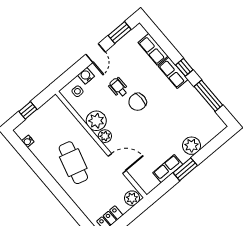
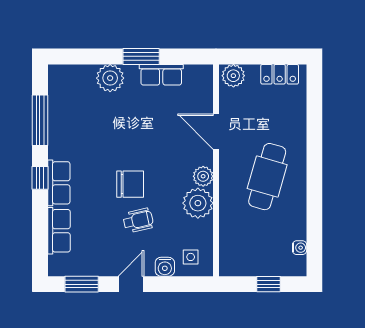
wheelchair: (118, 87) -> (138, 220), turned -103

